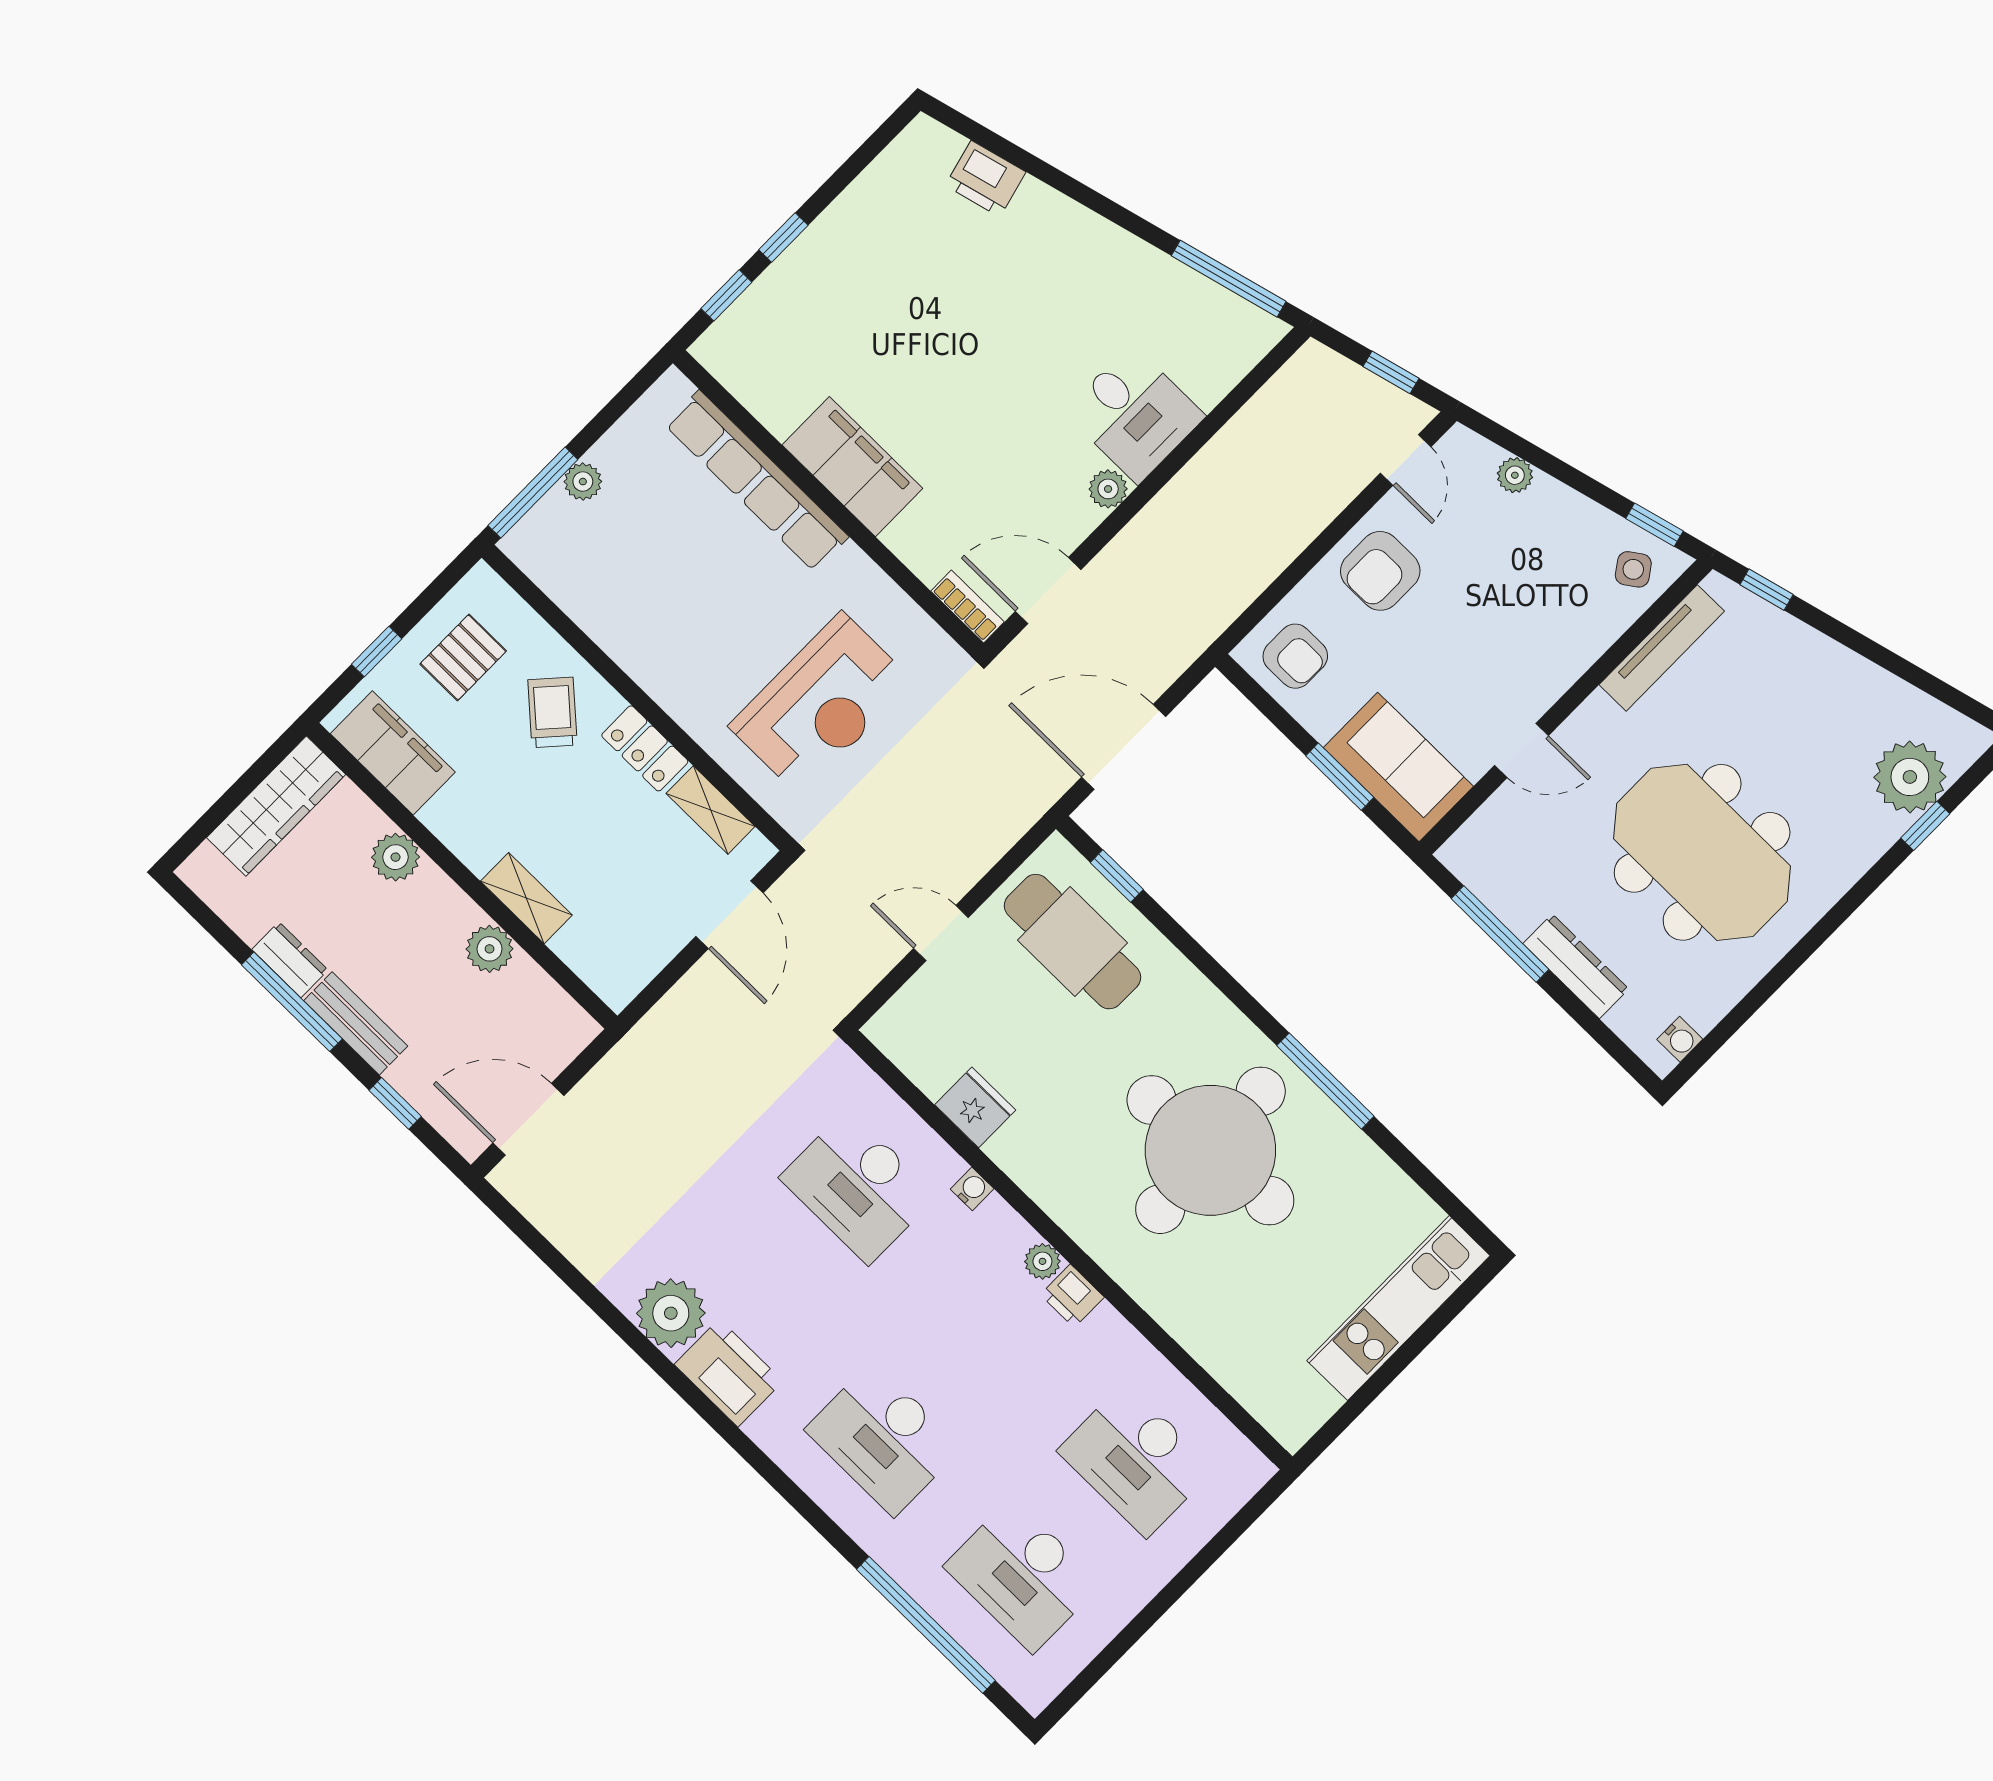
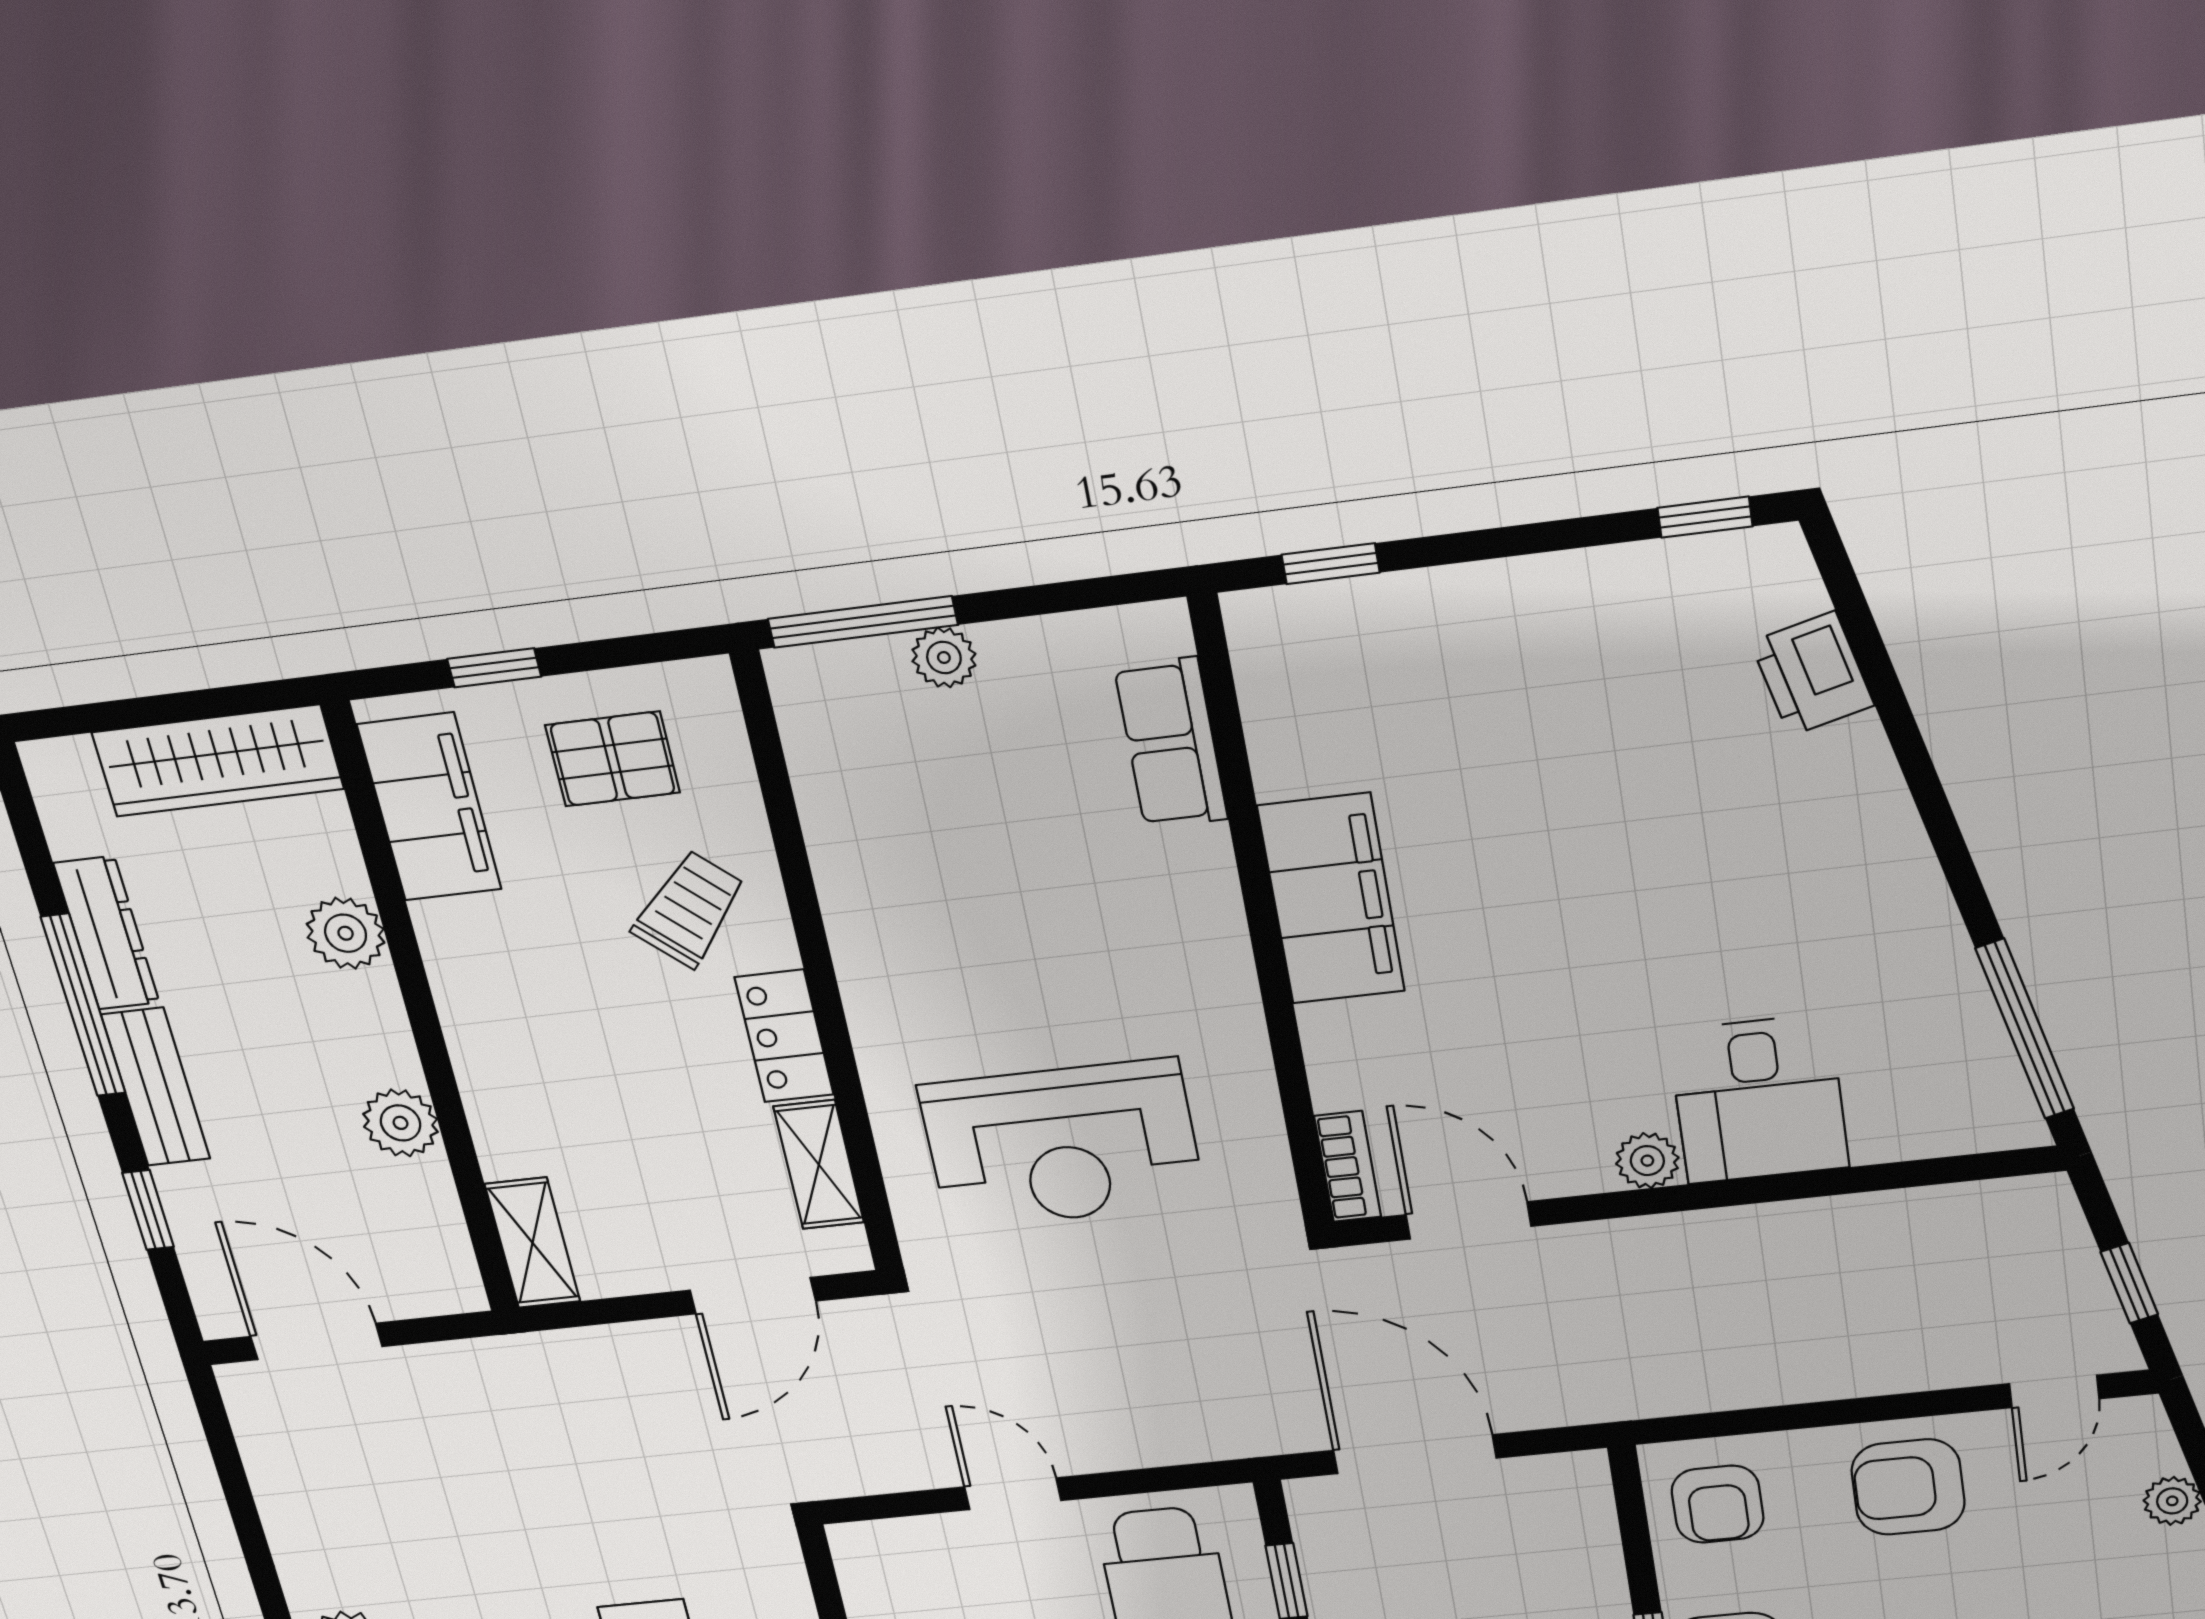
window: (783, 237) -> (1705, 517), moved
row of seats: (757, 481) -> (1171, 743), width x0.50
shelving: (526, 898) -> (533, 1243), moved
dresser: (290, 960) -> (107, 933), width x1.44

